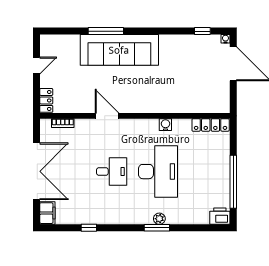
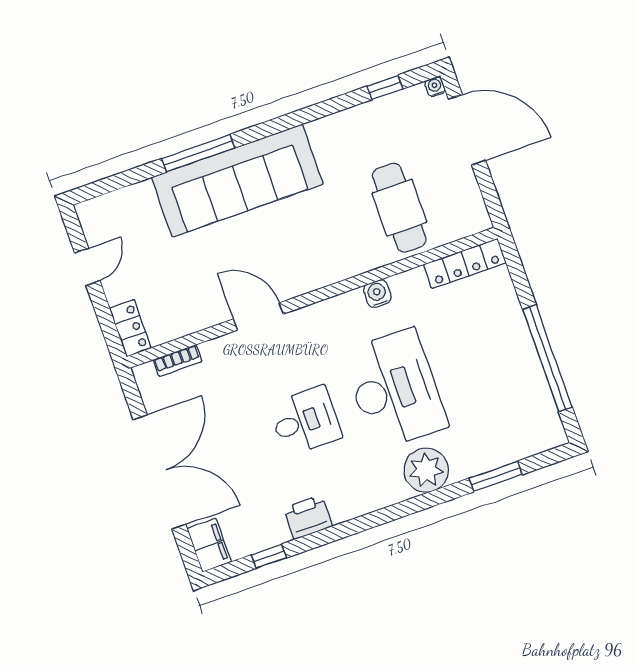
cafe table: (189, 89) -> (399, 208), added
printer: (220, 216) -> (308, 517), moved
plant: (159, 219) -> (426, 470), width x1.87, depth x1.87
window: (89, 228) -> (269, 556), moved
window: (157, 228) -> (496, 476), moved

